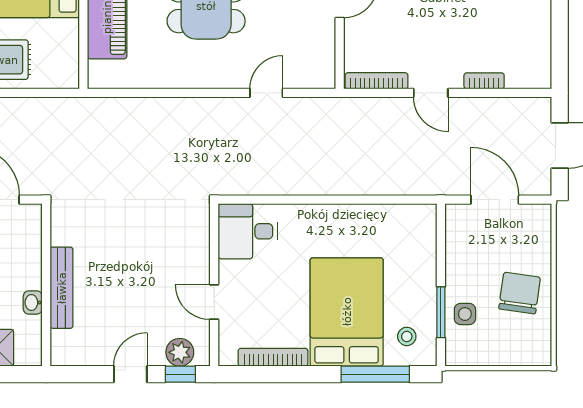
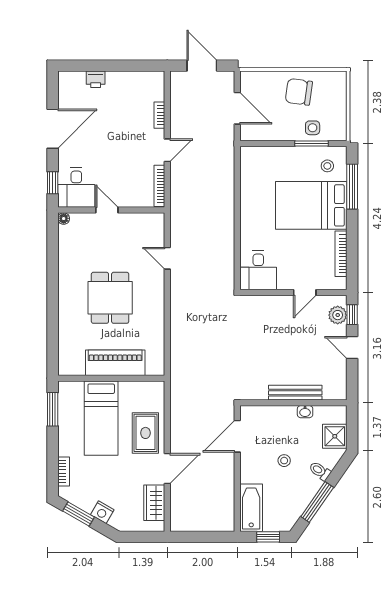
door: (495, 200) -> (237, 108), swing flipped

